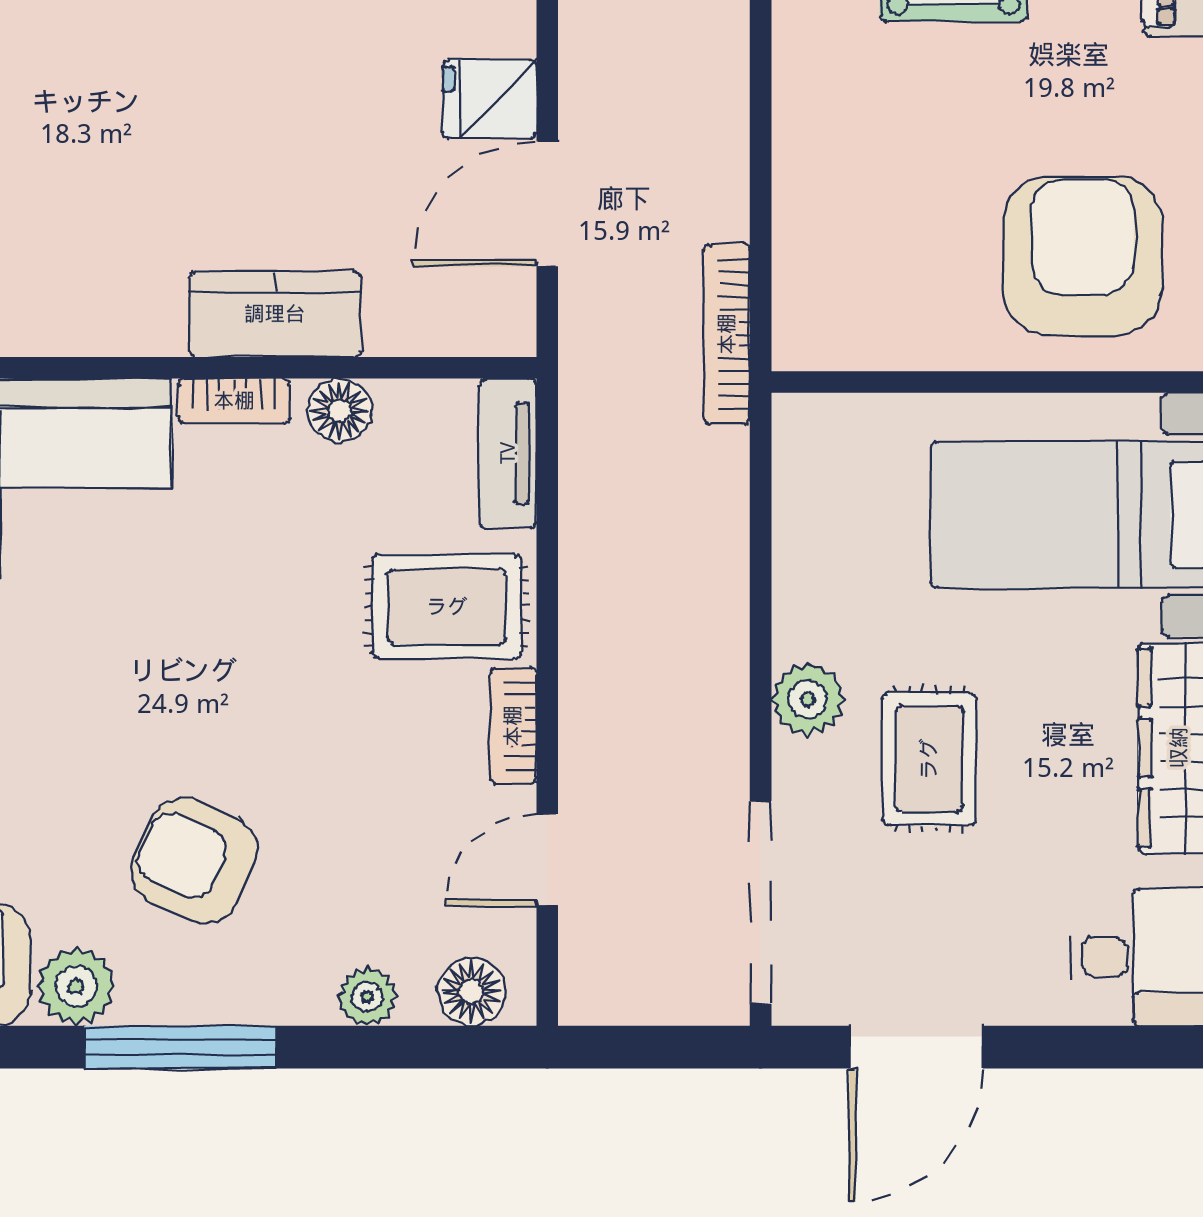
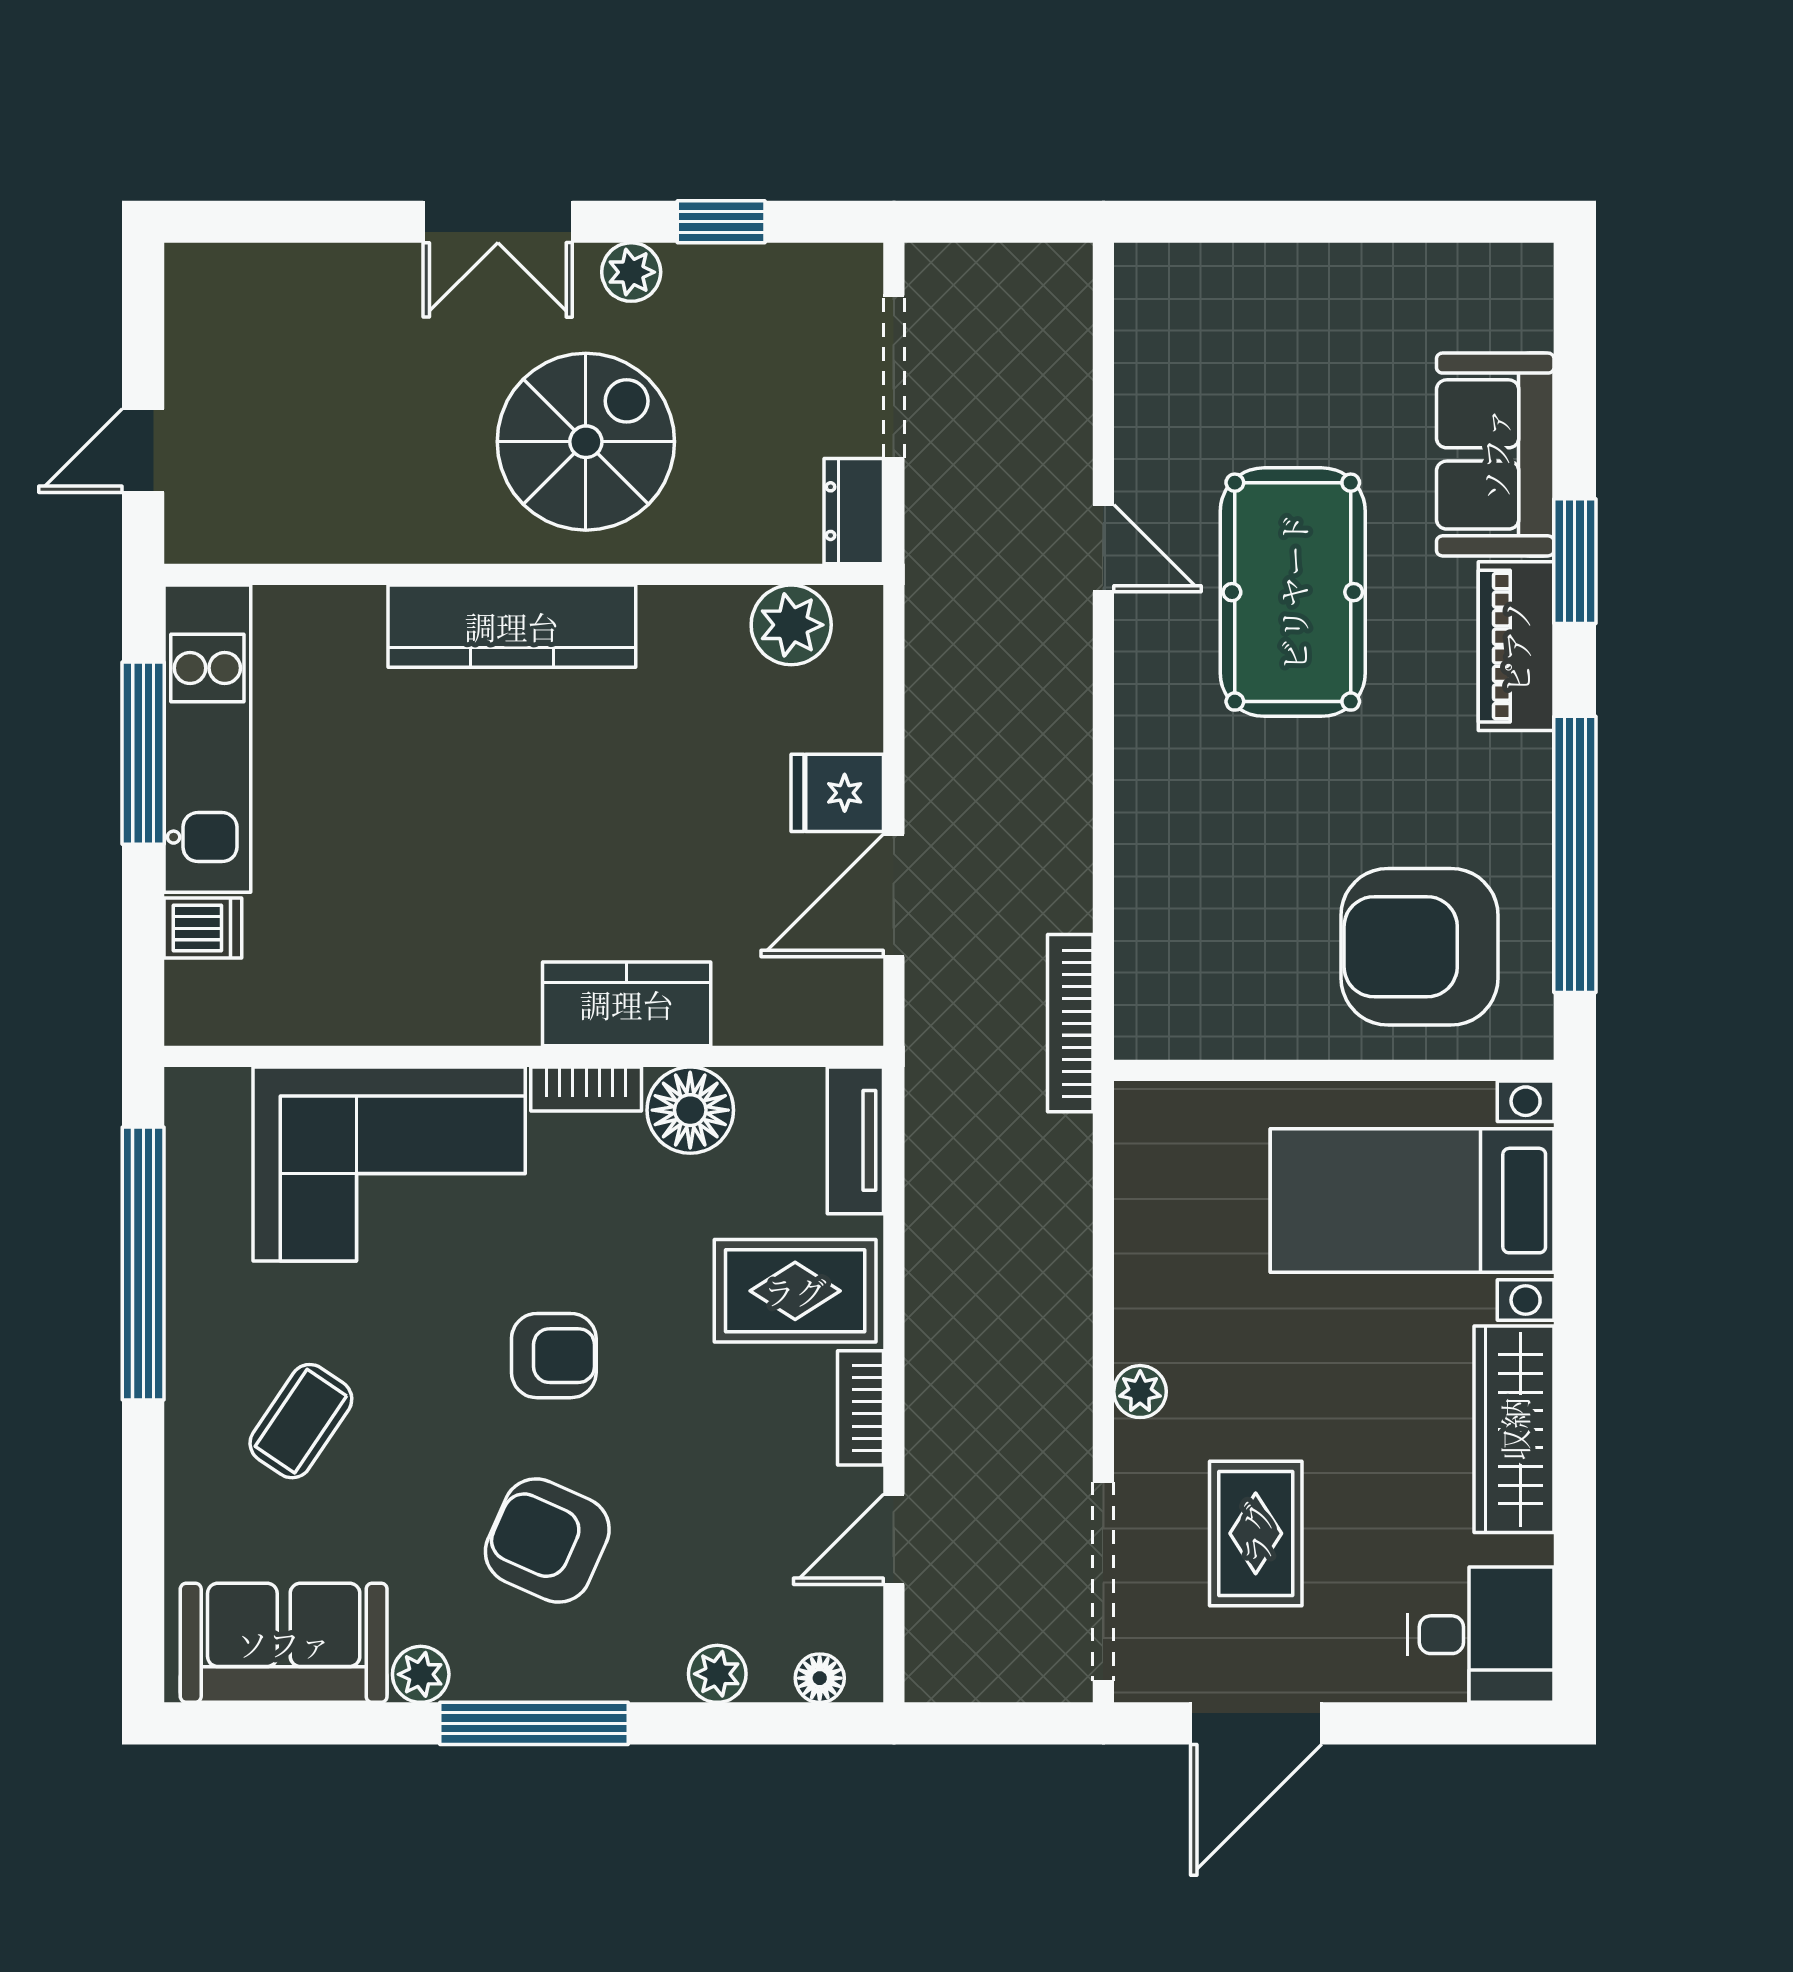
armchair: (1083, 256) -> (1420, 947), turned -90
floor lamp: (340, 410) -> (690, 1110), width x1.38, depth x1.38
armchair: (201, 673) -> (554, 1356), added
plant: (808, 699) -> (1140, 1392), width x0.73, depth x0.73
rug: (929, 759) -> (1256, 1533), moved
plant: (76, 986) -> (421, 1674), width x0.73, depth x0.73
floor lamp: (472, 992) -> (820, 1678), width x0.73, depth x0.73

